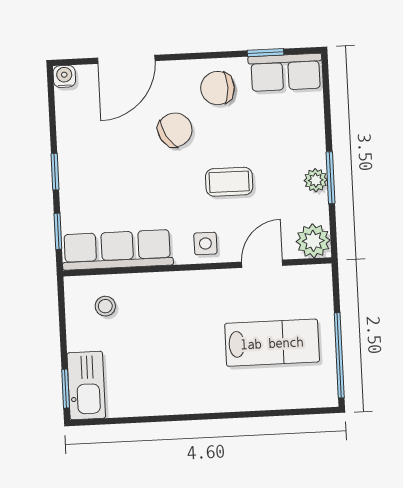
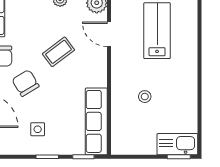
coffee table: (229, 182) -> (58, 52), turned 53
side table: (205, 243) -> (38, 129), moved
stool: (105, 306) -> (145, 97), moved

